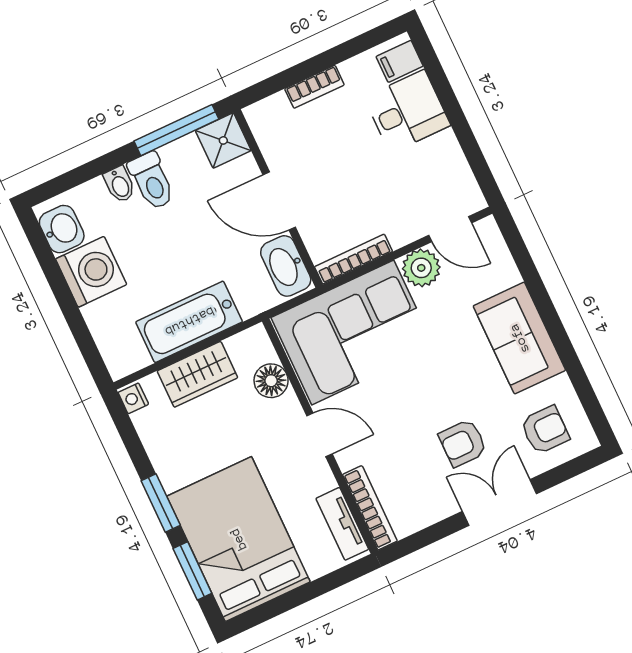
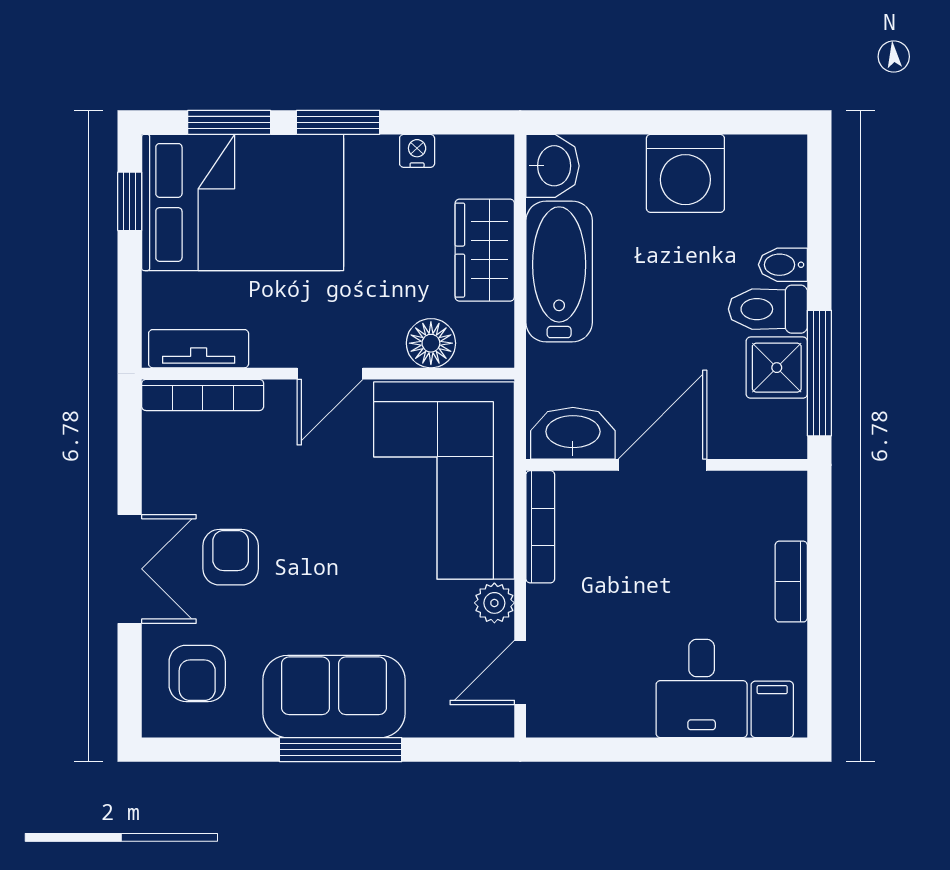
shower: (223, 140) -> (777, 368), moved
washbasin: (62, 229) -> (553, 166), moved, turned -90
plant: (421, 268) -> (494, 603), width x0.73, depth x0.73
window: (551, 318) -> (341, 750), added
nightstand: (133, 398) -> (417, 151), moved
window: (271, 610) -> (130, 201), added

